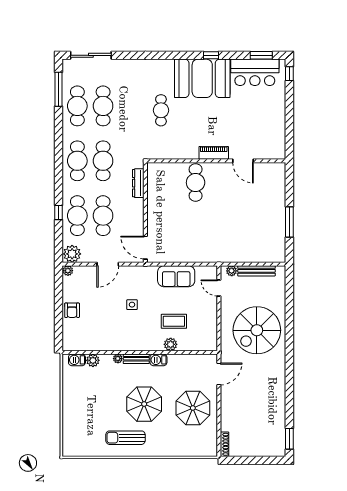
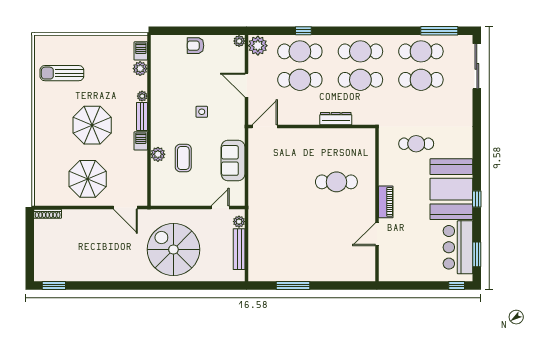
piano: (214, 153) -> (386, 202), moved
wall: (216, 161) -> (377, 205), moved
door: (243, 161) -> (377, 234), moved
sun lounger: (126, 438) -> (62, 73), moved, turned -90

